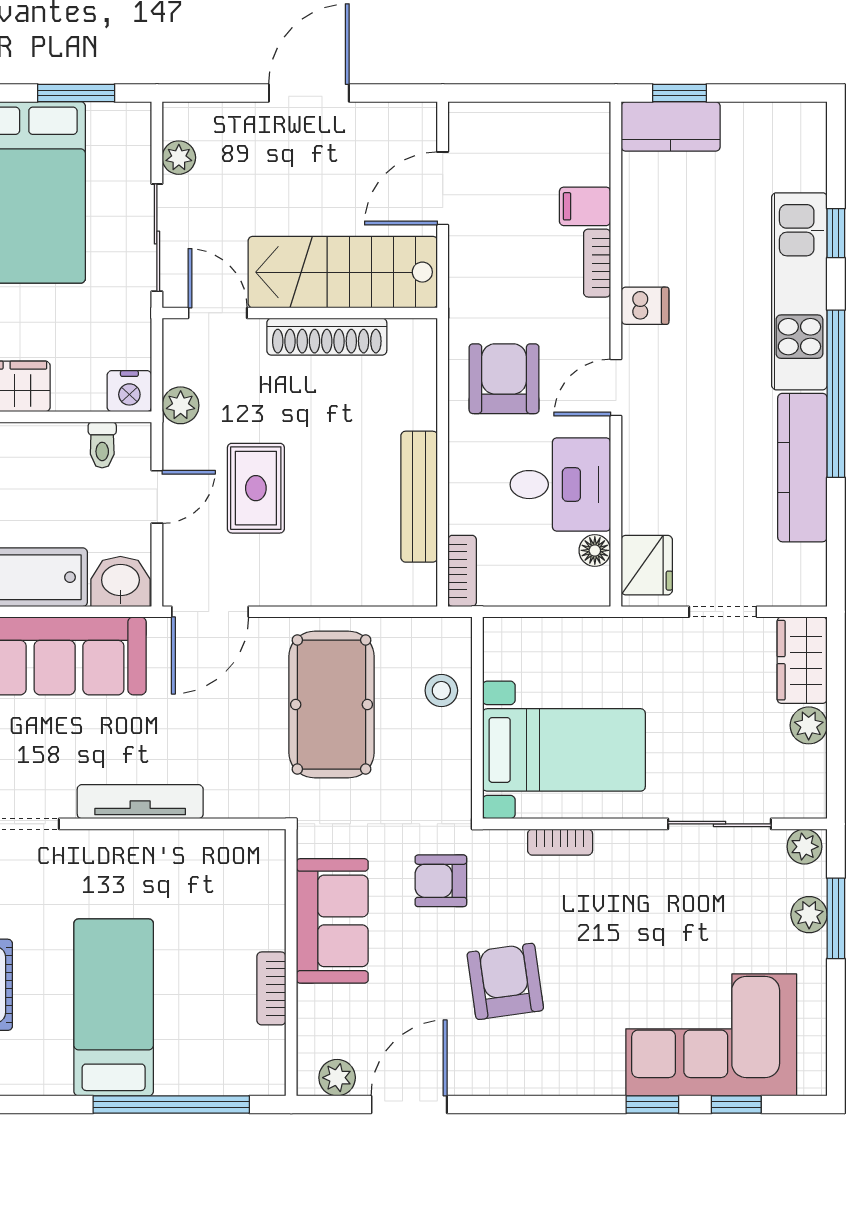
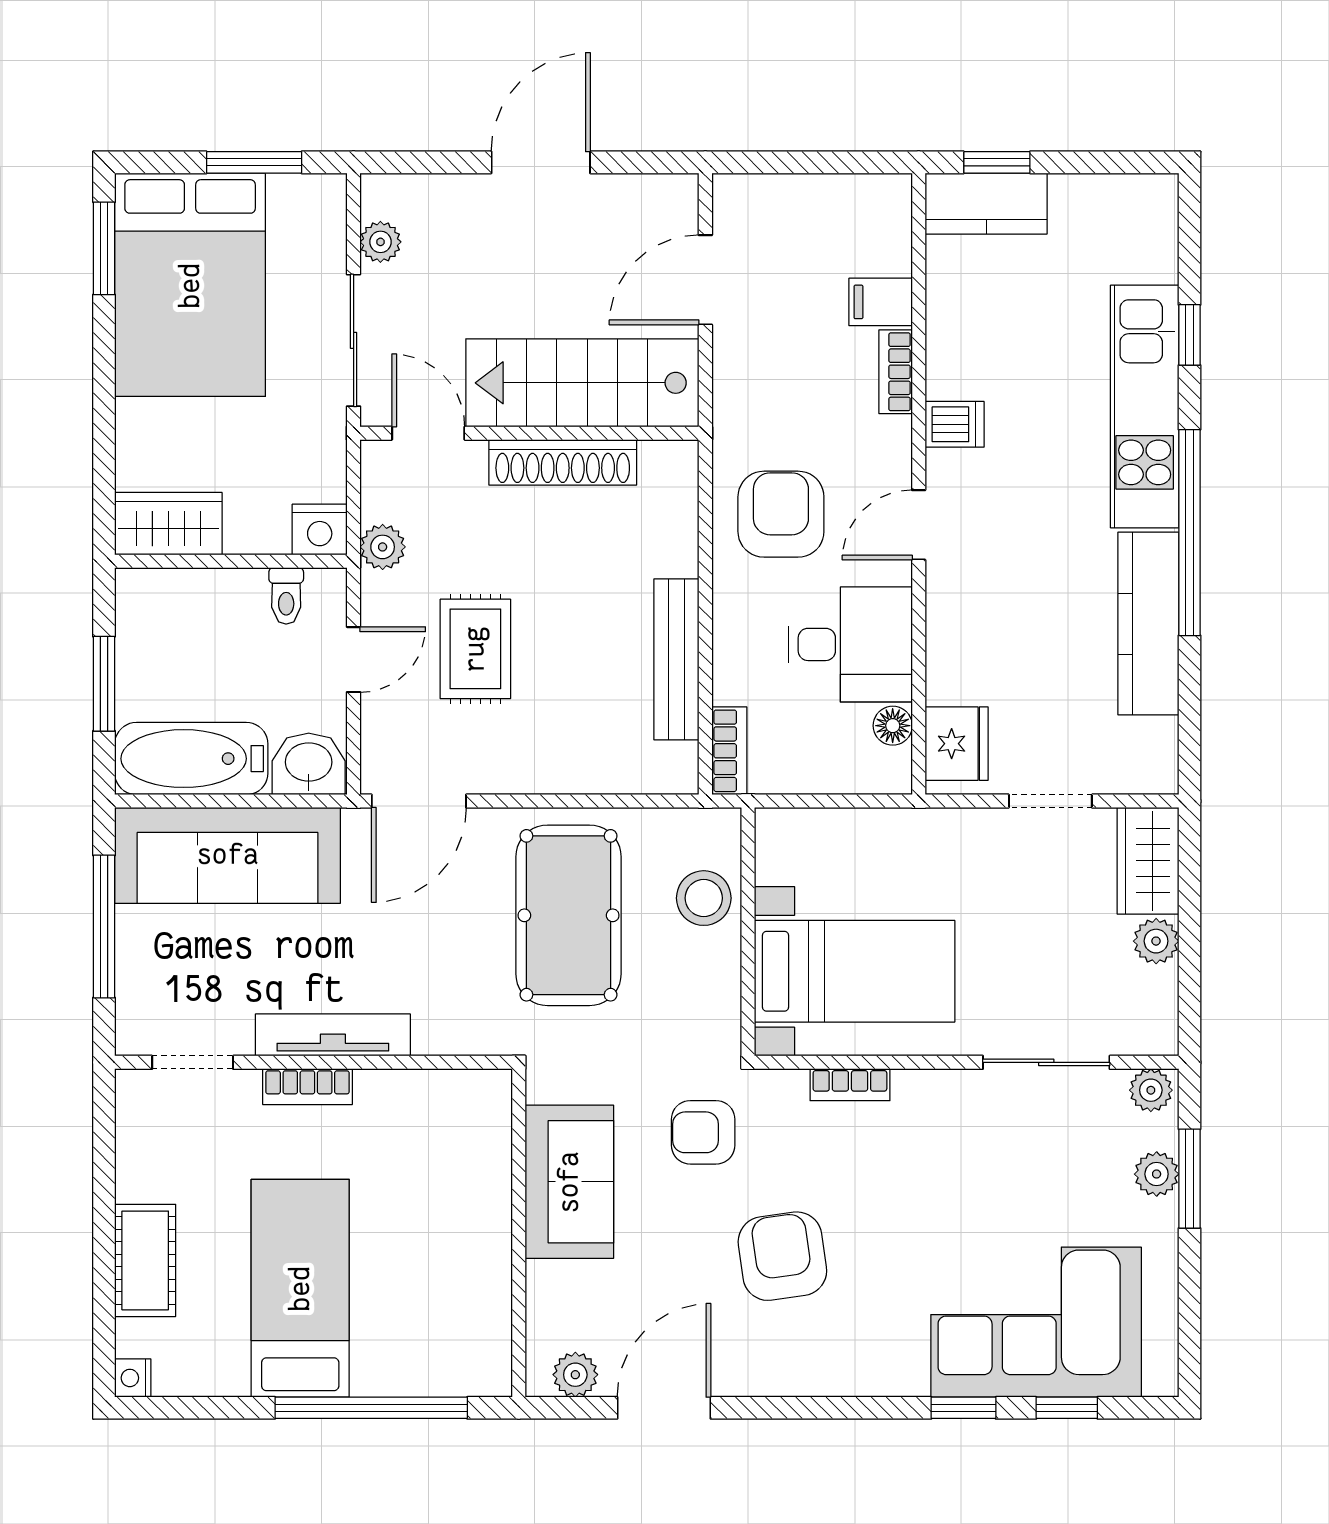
stool: (441, 690) -> (704, 898), width x1.37, depth x1.37
bookcase: (271, 988) -> (307, 1087), moved, turned -90

